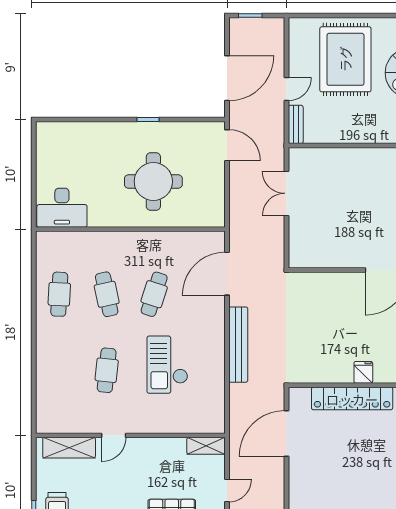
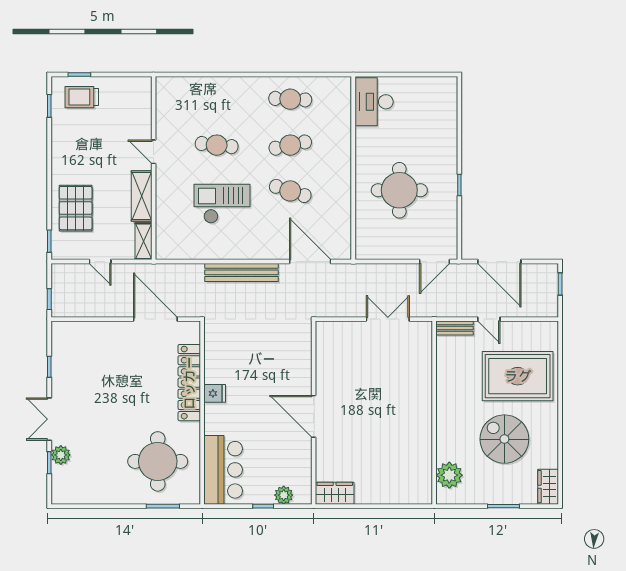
shelving: (69, 448) -> (142, 196), moved

